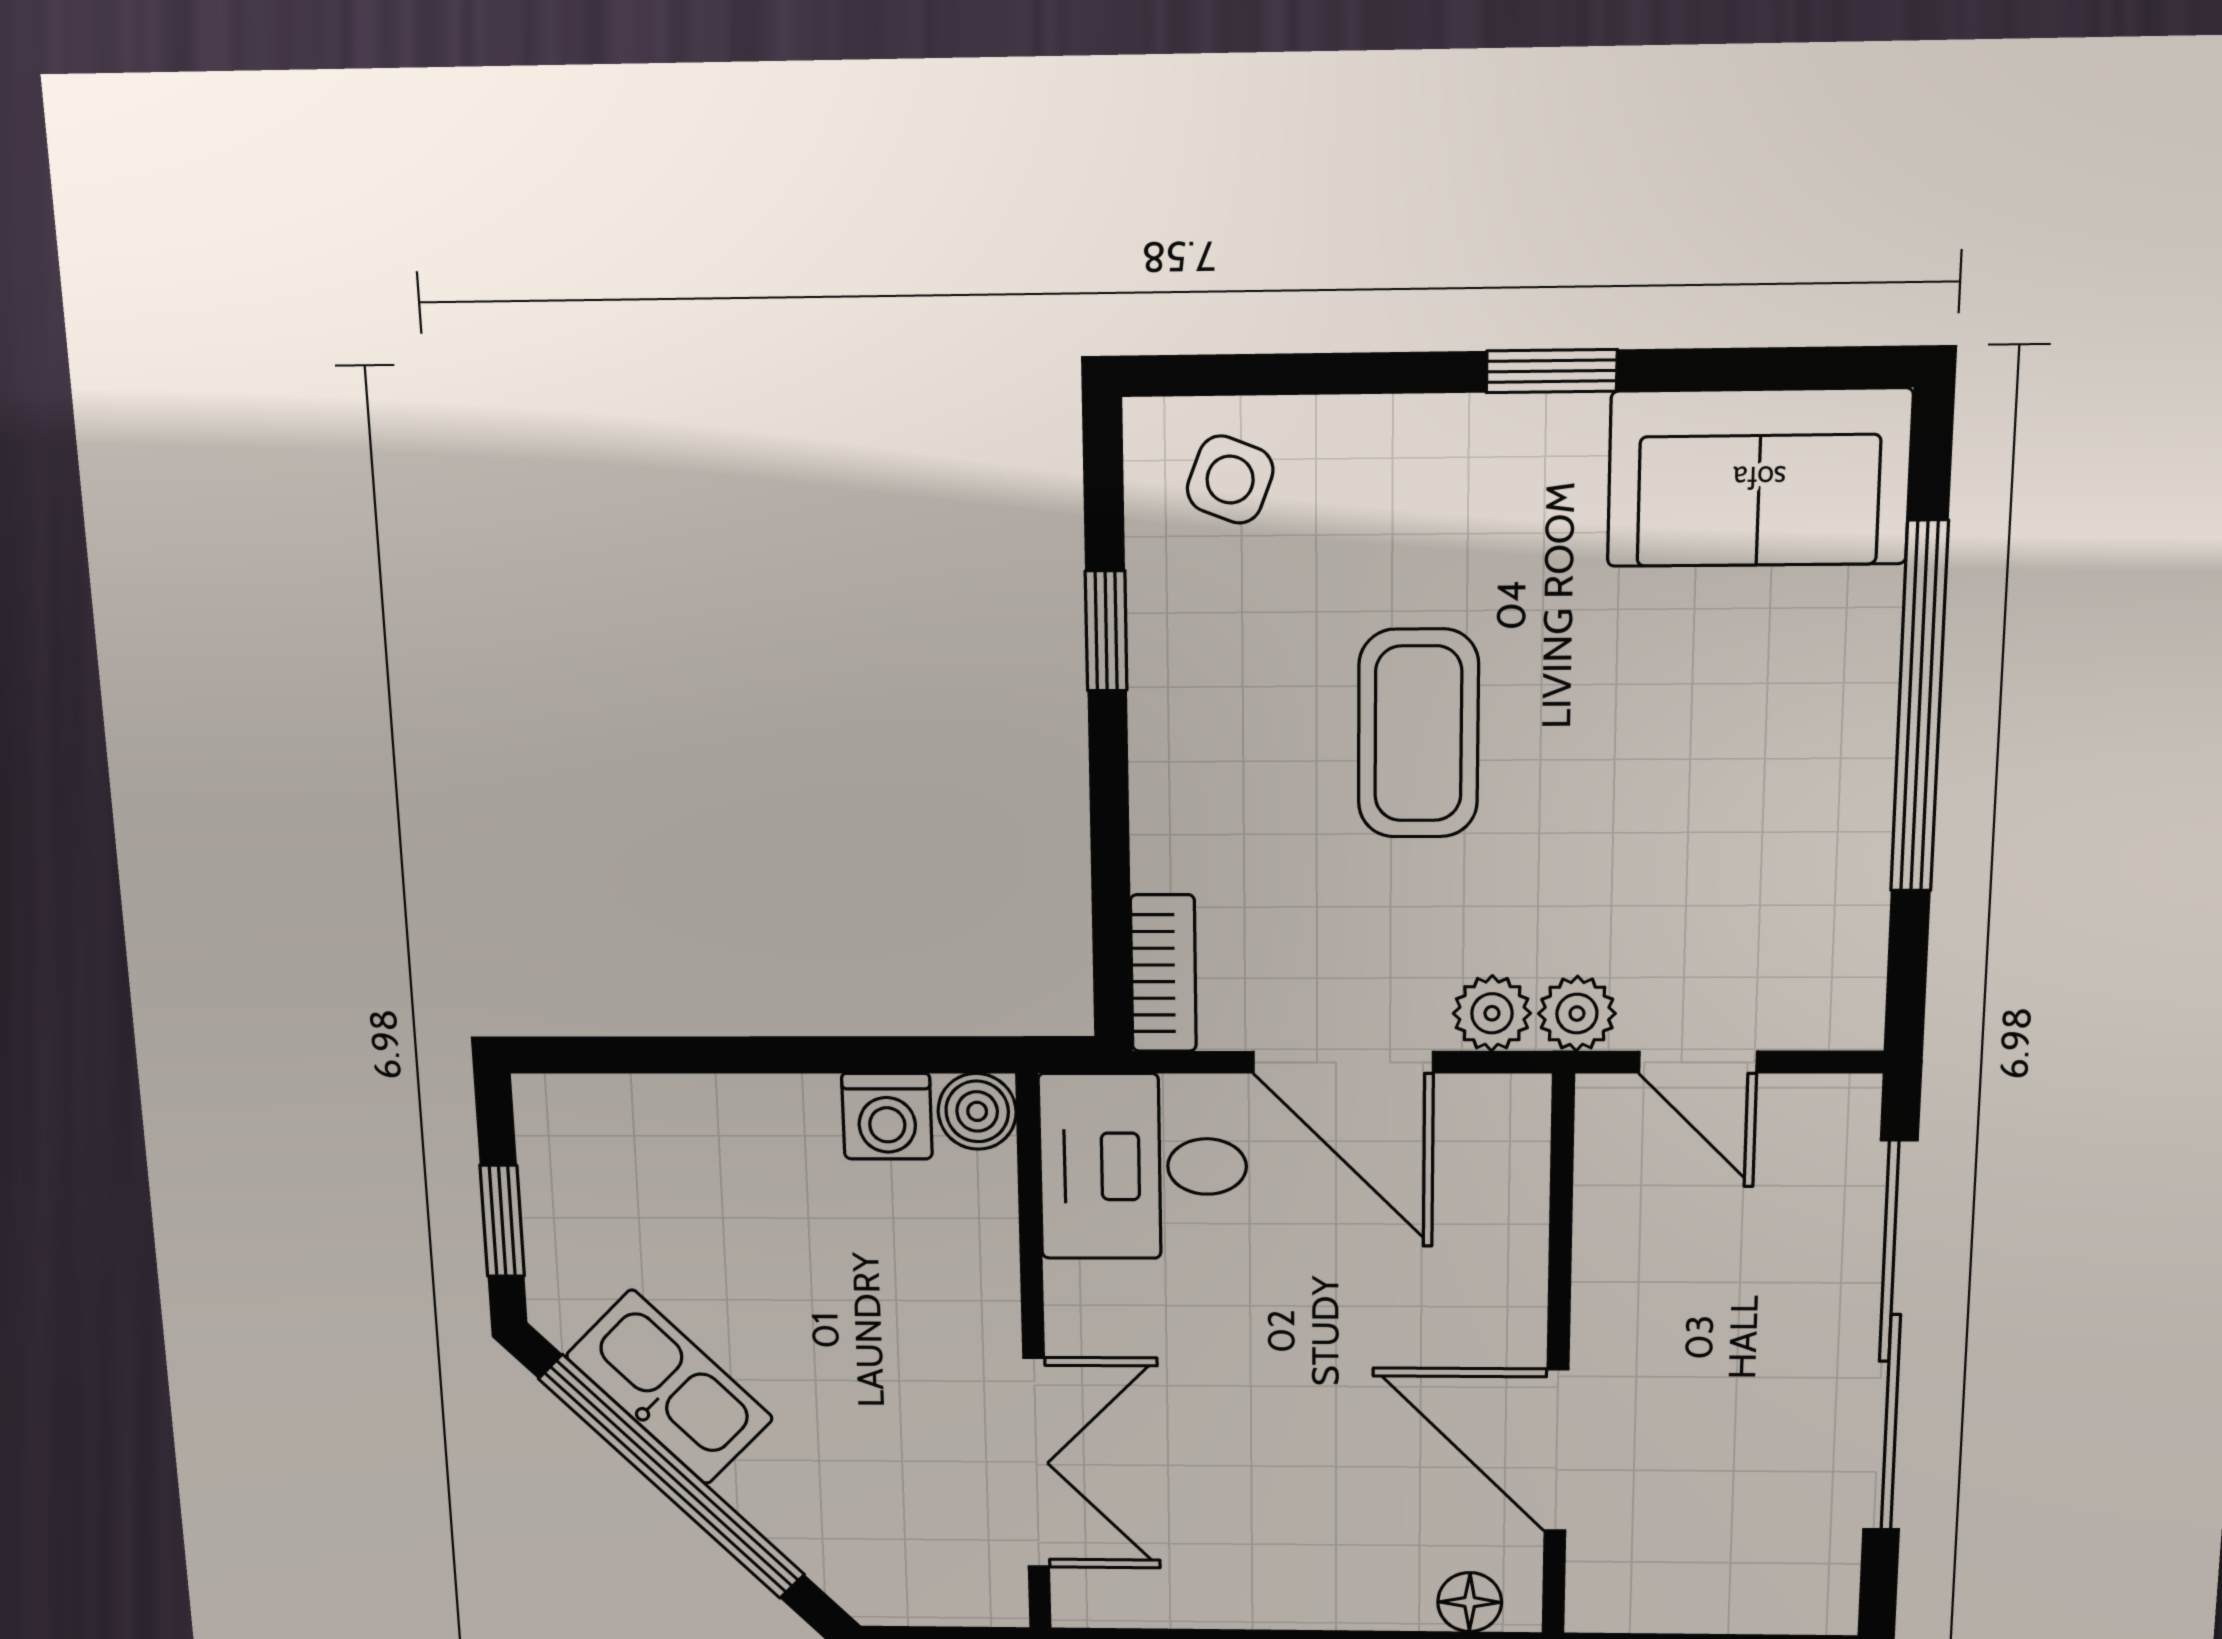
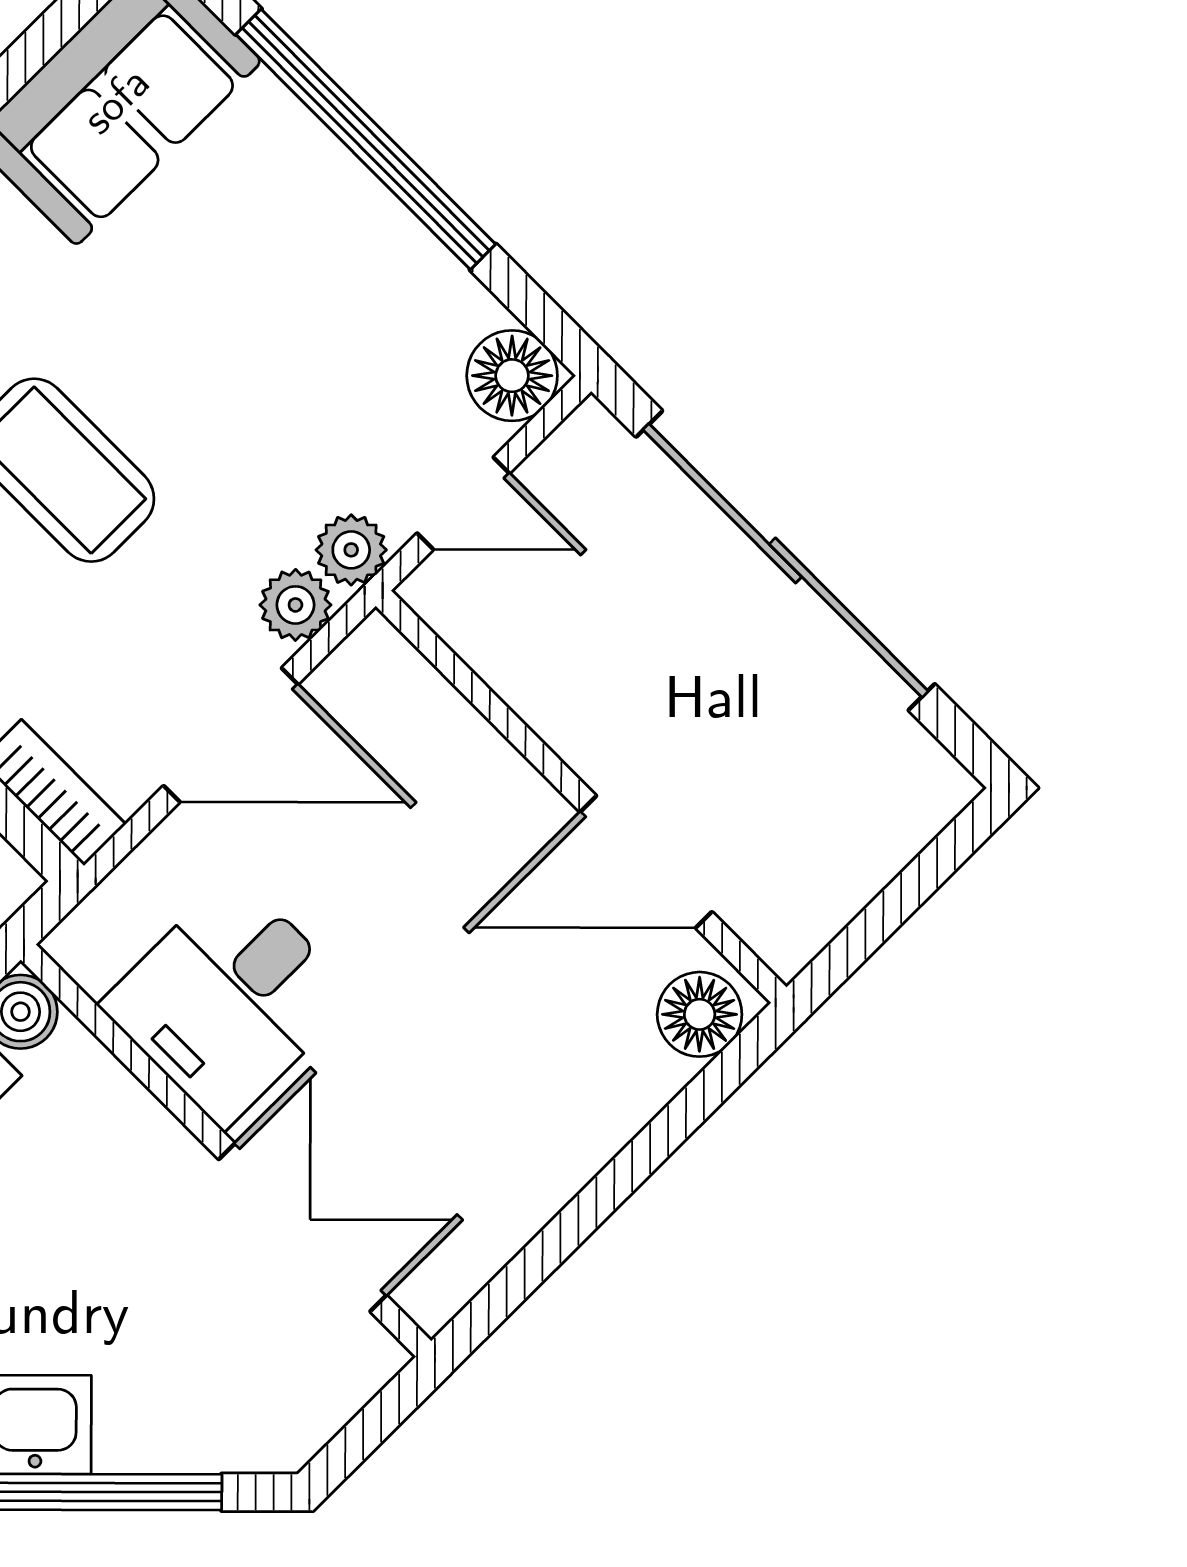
floor lamp: (1836, 1003) -> (512, 376), added
desk: (1143, 1166) -> (229, 1000), moved
floor lamp: (1470, 1602) -> (700, 1014), width x1.37, depth x1.37

